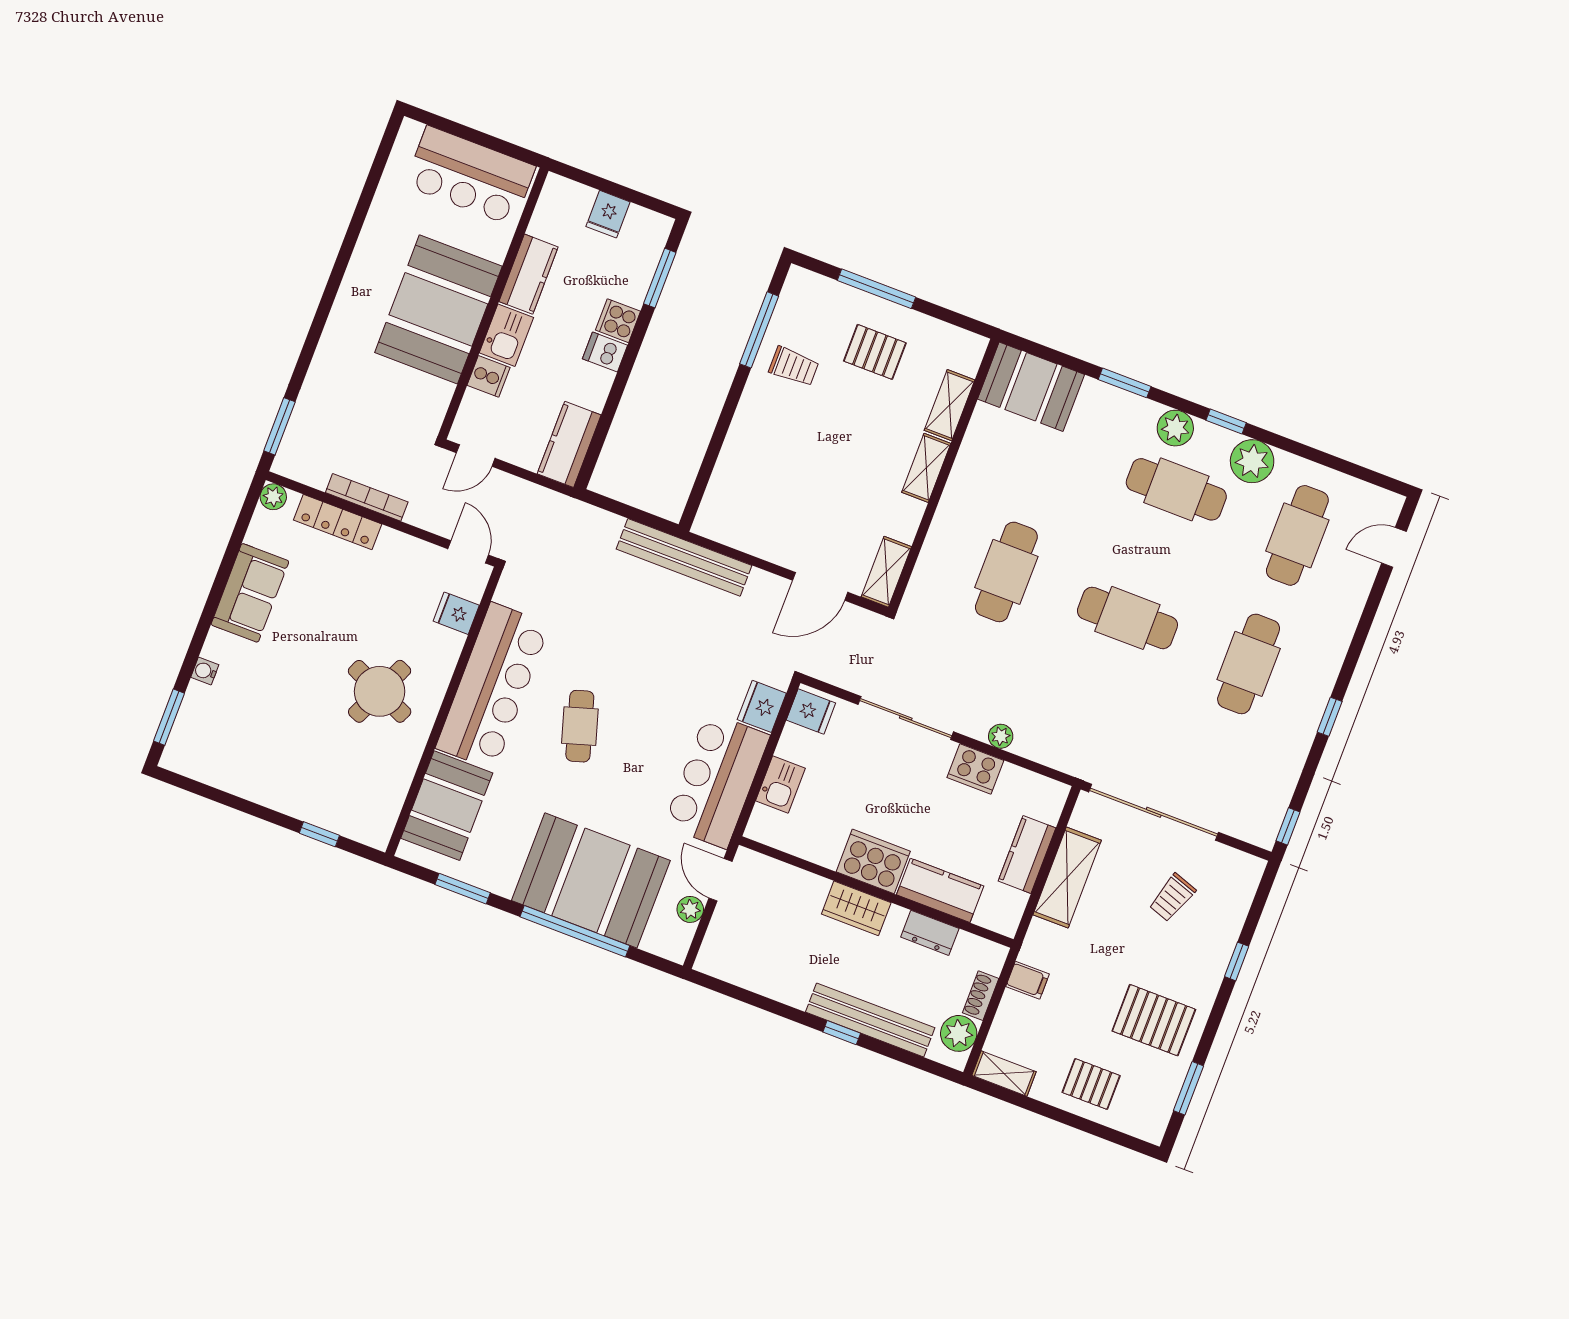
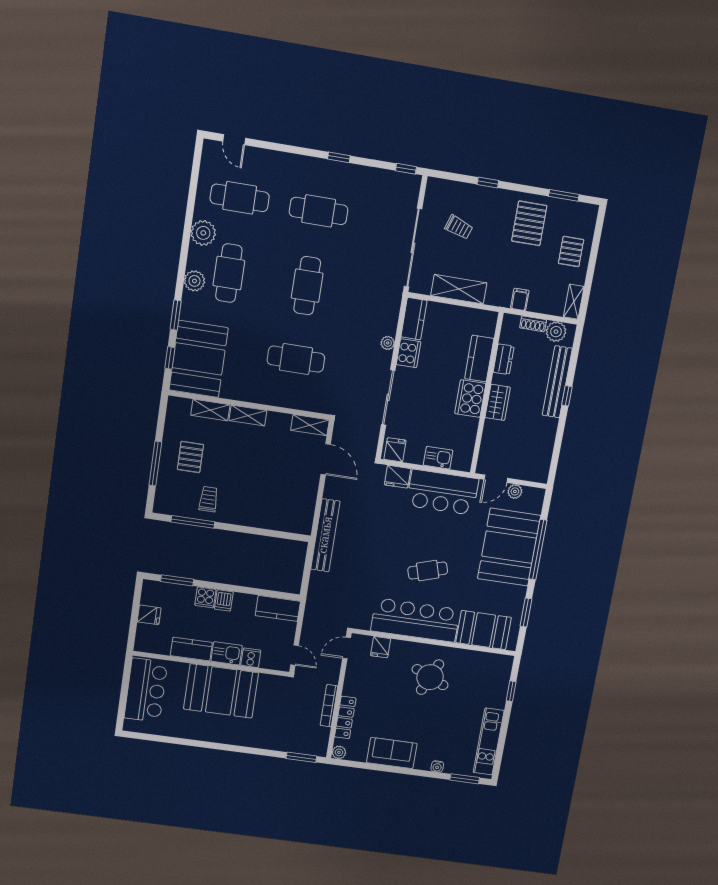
booth: (1031, 387) -> (198, 359), width x1.36, depth x1.42
window: (1226, 422) -> (170, 358), moved
kitchen unit: (231, 775) -> (489, 742), added
kitchen counter: (1027, 855) -> (414, 319), moved, turned -90

